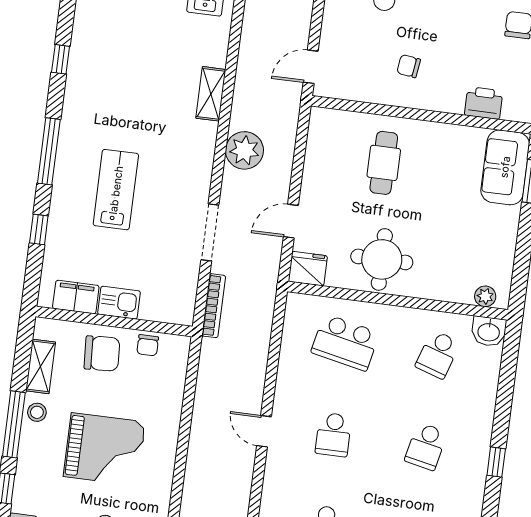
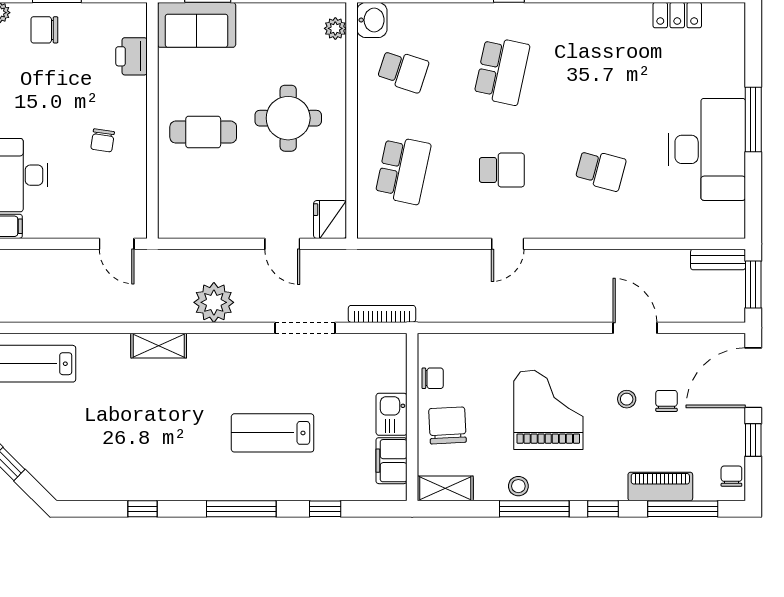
cafe table: (384, 163) -> (203, 132), moved
round table: (382, 259) -> (288, 118), moved
shelving: (41, 366) -> (445, 488), moved
school desk: (426, 446) -> (502, 71), width x1.85

